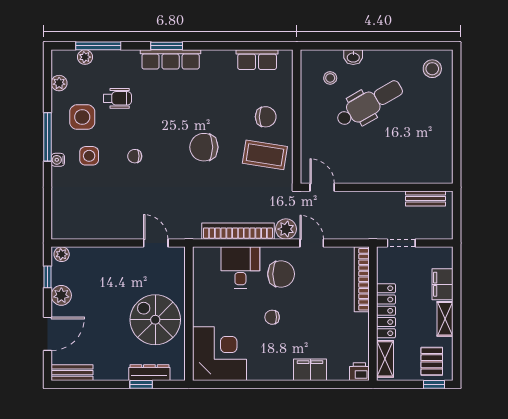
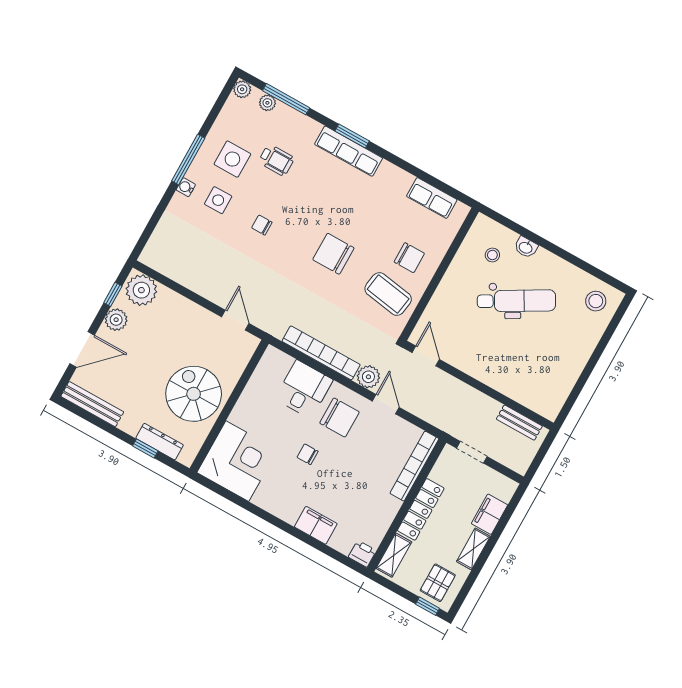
plant: (59, 83) -> (242, 89), moved
plant: (62, 254) -> (141, 290), width x1.88, depth x1.88
bench: (72, 373) -> (92, 404), width x1.36

